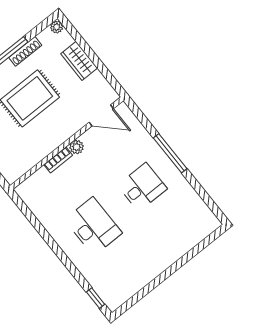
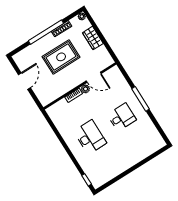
door: (101, 116) -> (94, 77), moved

